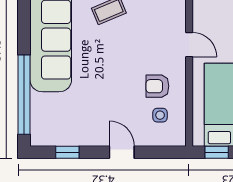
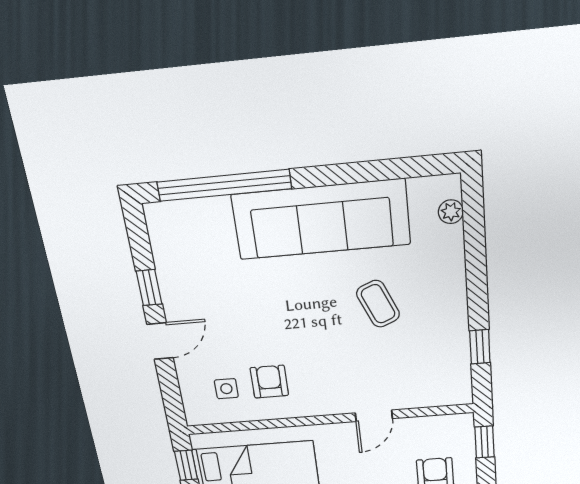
door: (189, 45) -> (374, 416), moved
window: (67, 152) -> (149, 288), moved

